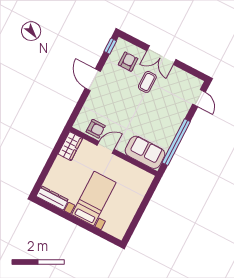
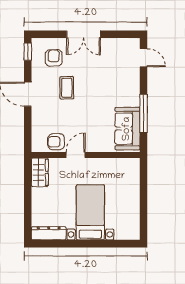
coffee table: (147, 82) -> (67, 88), moved
armchair: (96, 129) -> (56, 142), turned 180
window: (176, 142) -> (143, 113), width x0.68
sofa: (145, 152) -> (127, 129), moved, turned -90

